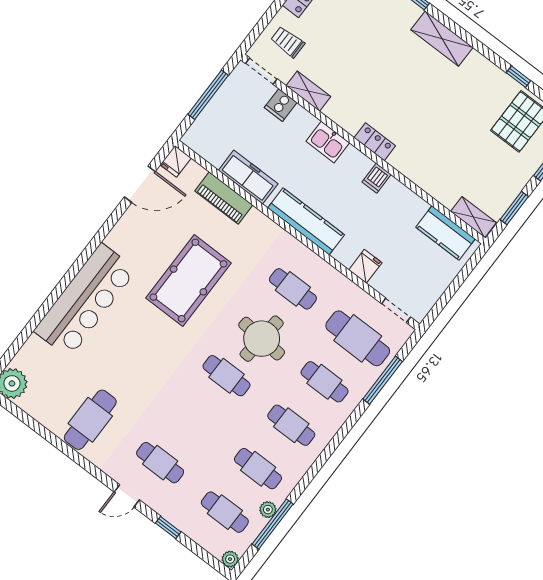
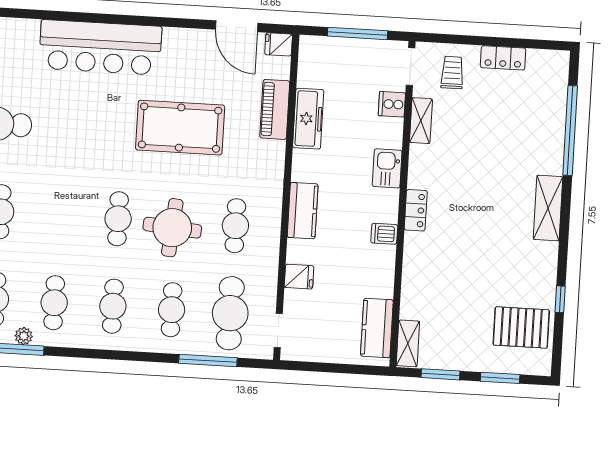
kitchen counter: (306, 221) -> (303, 211), width x0.67

